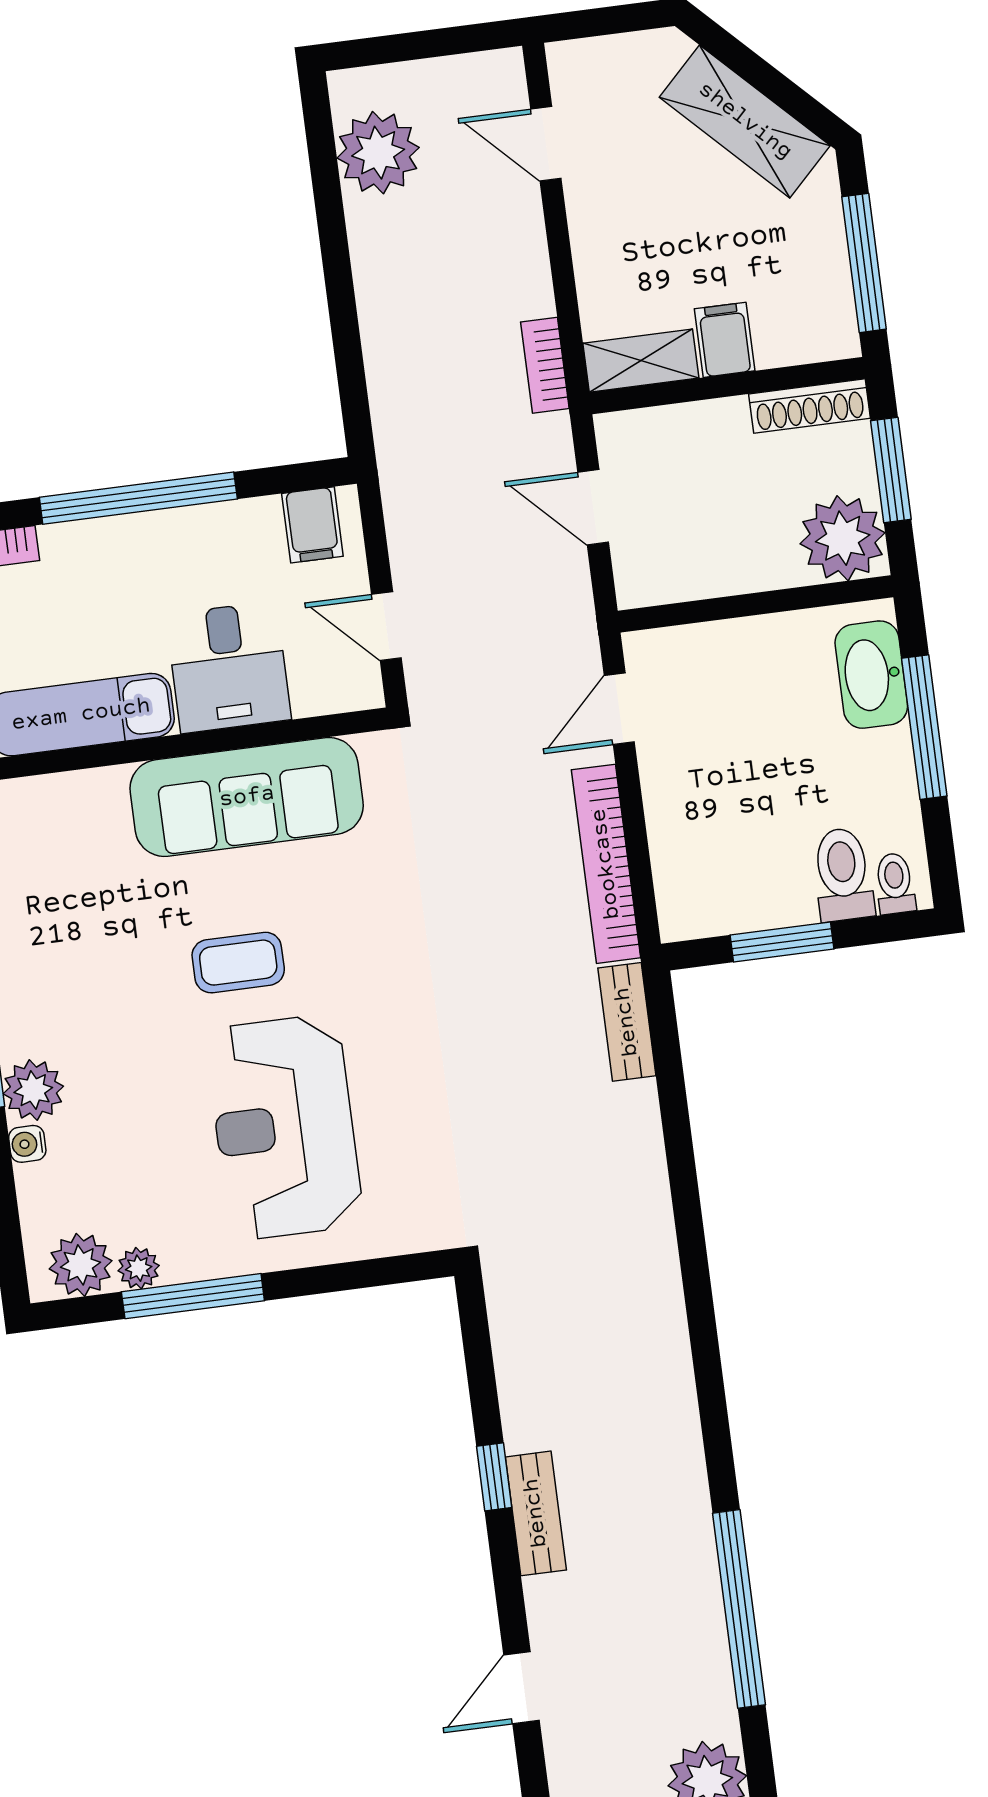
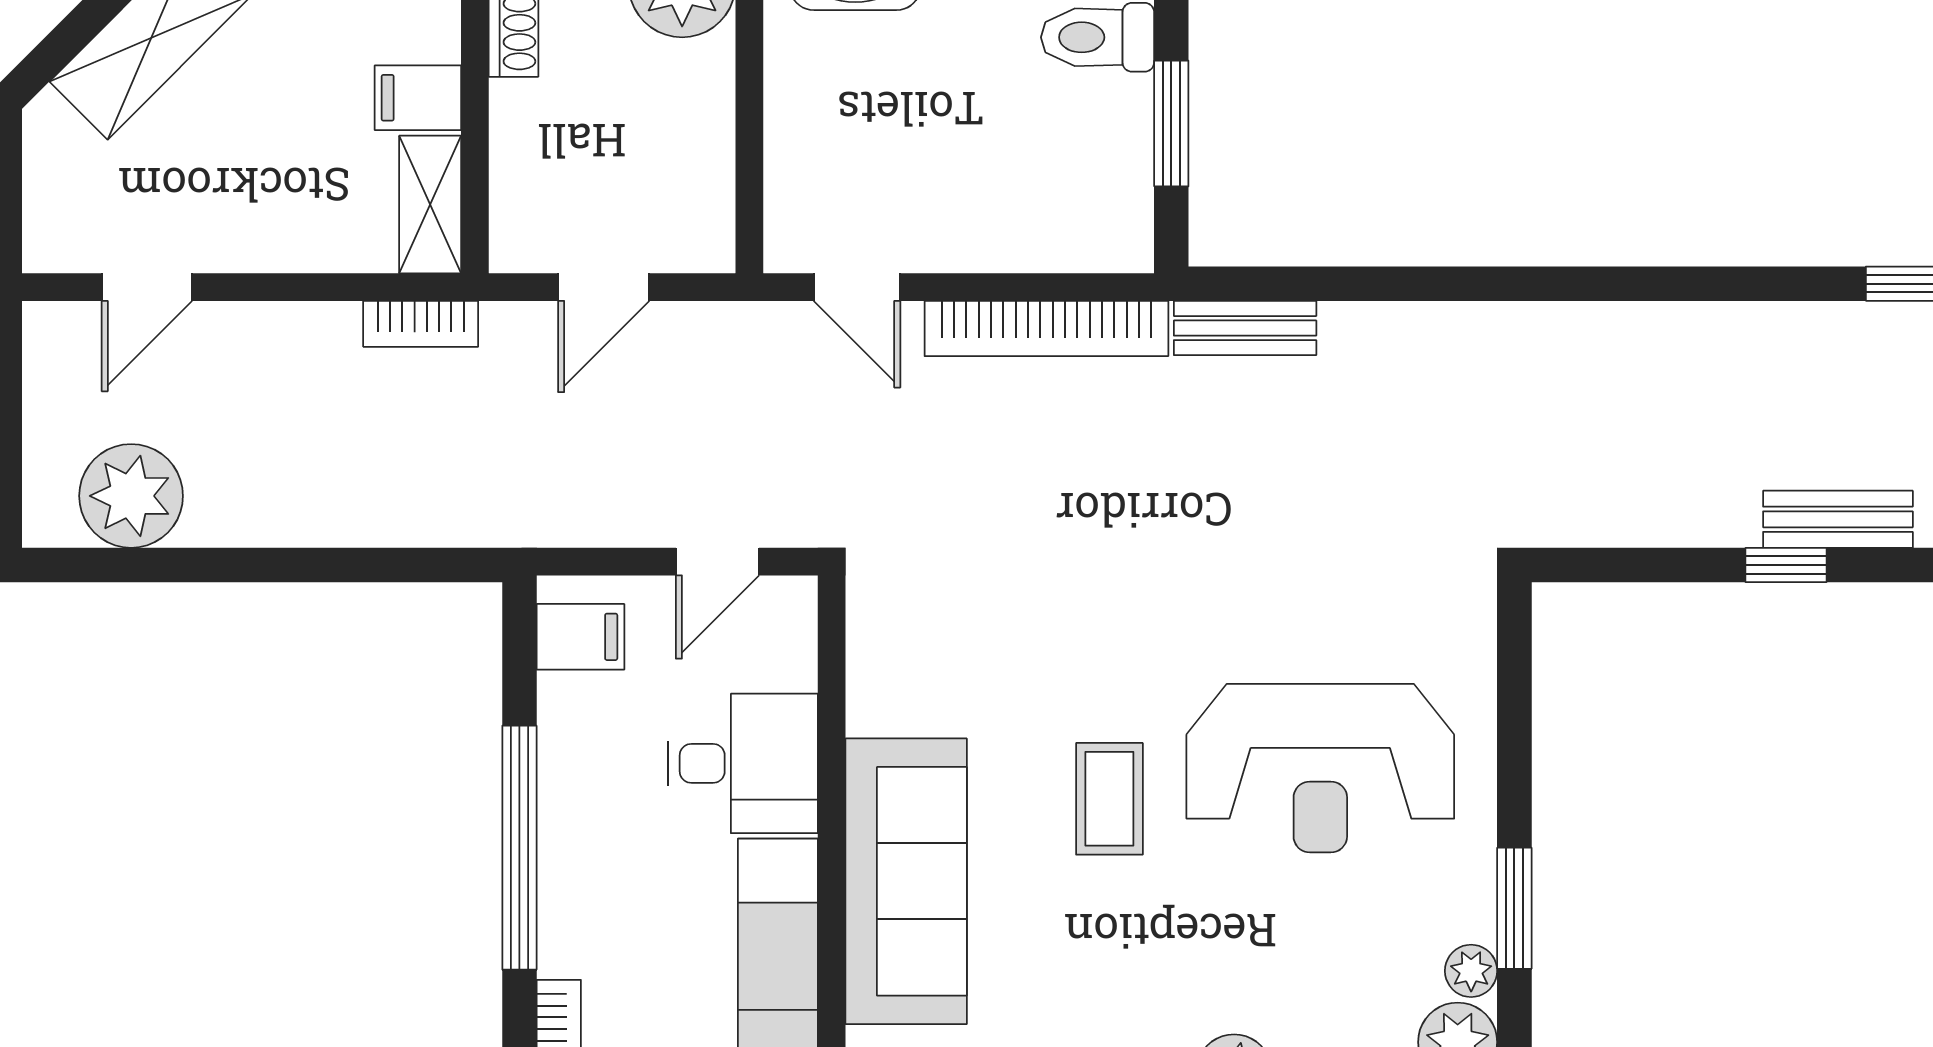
sofa: (247, 797) -> (906, 881), moved
window: (193, 1296) -> (1514, 908), width x0.69

